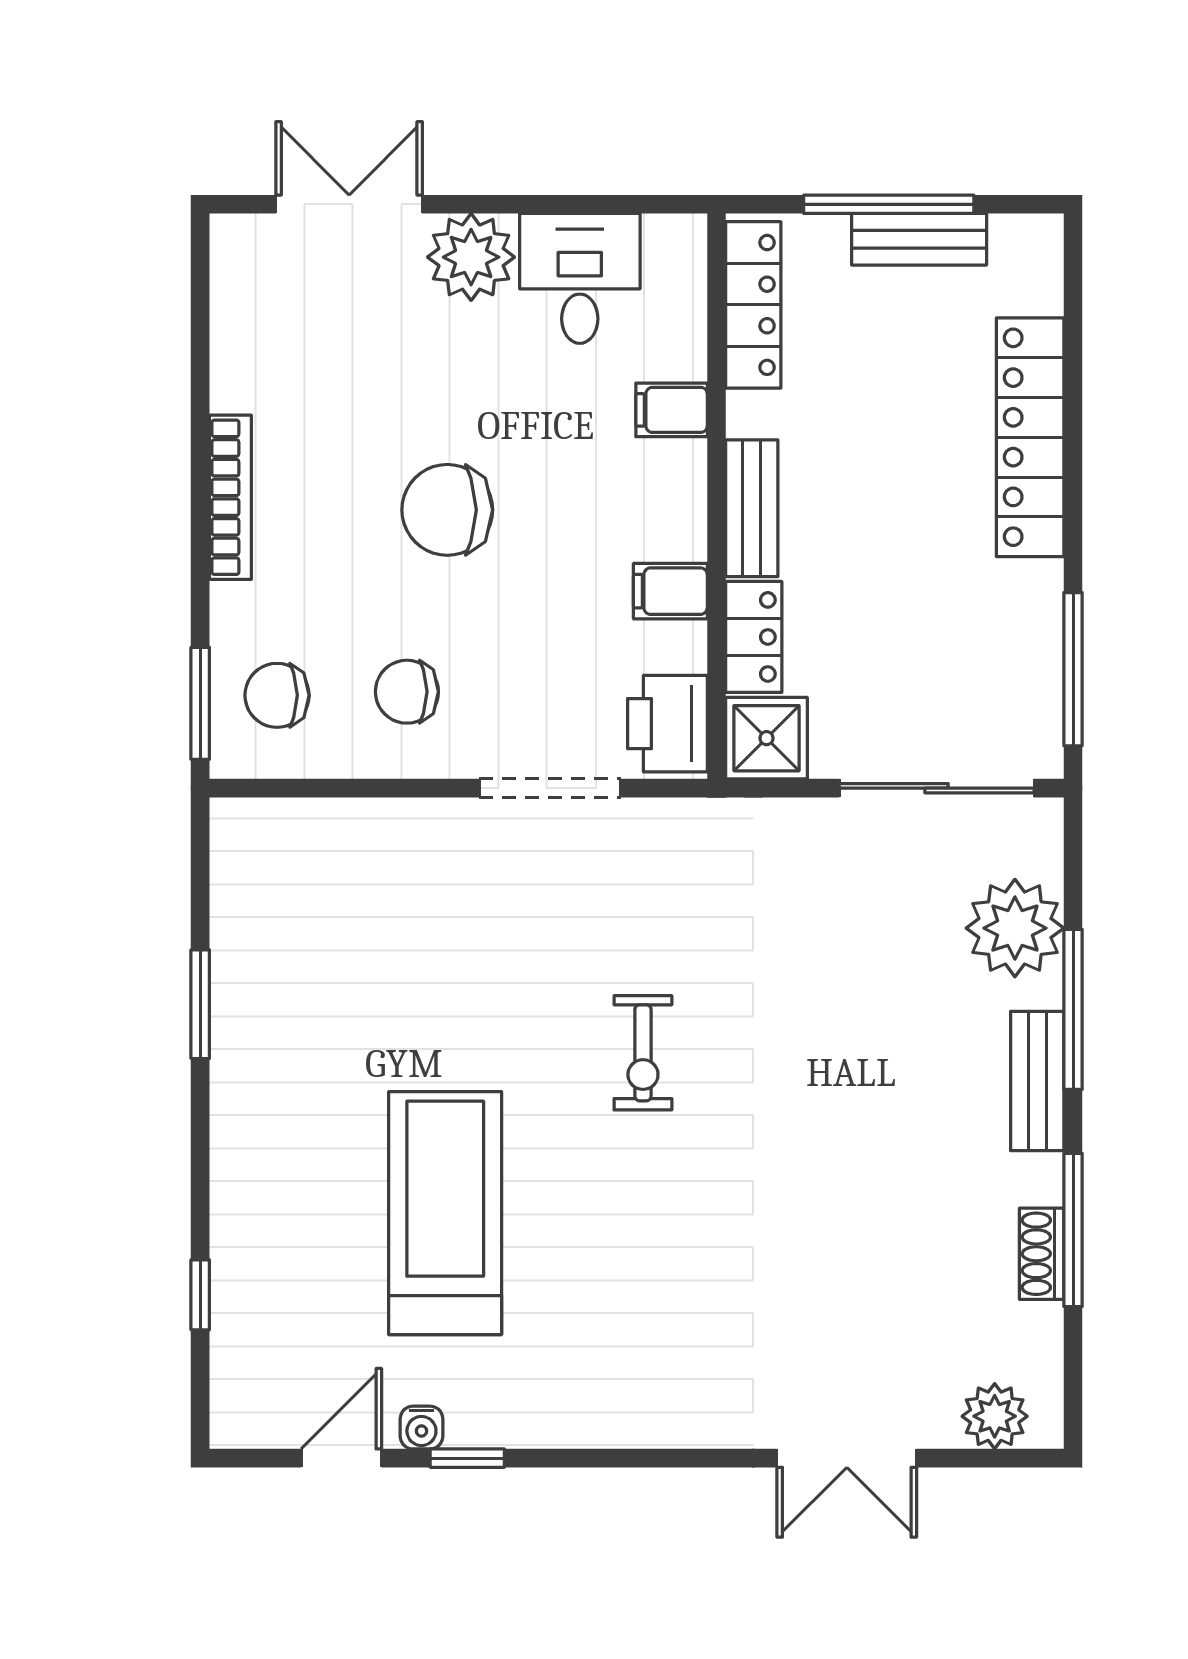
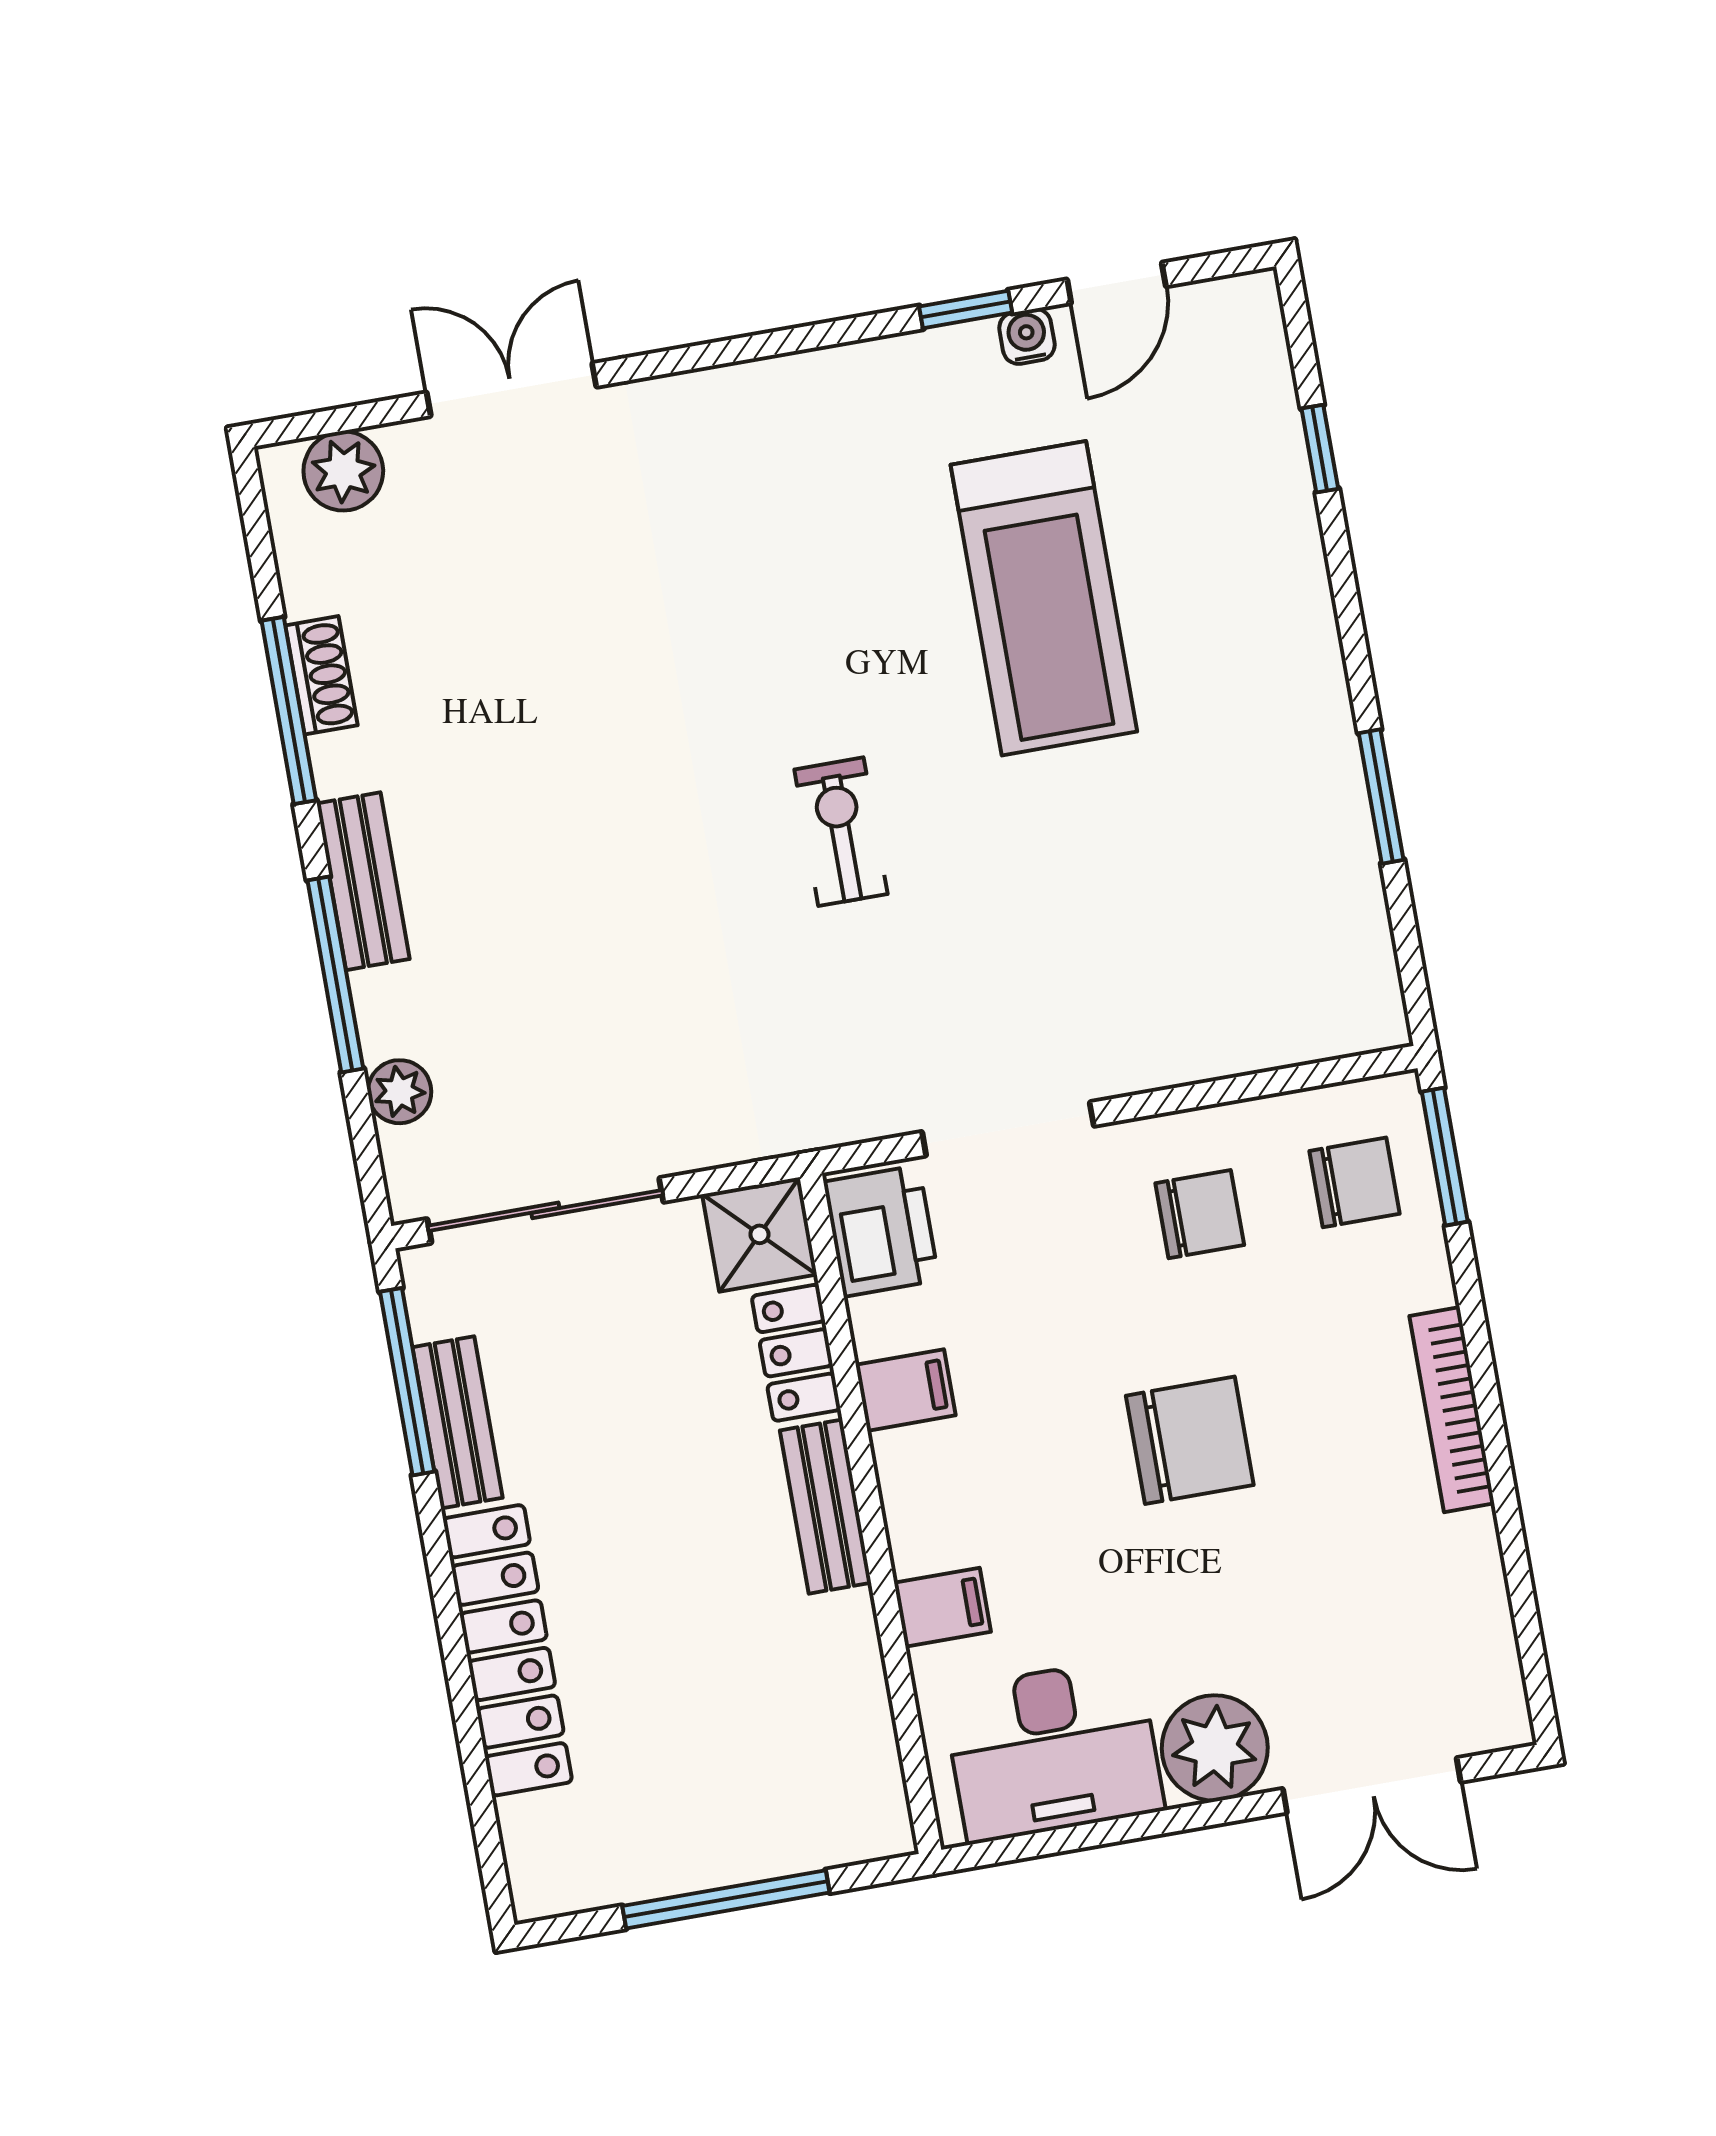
bench: (919, 239) -> (458, 1422), moved, turned 90
desk: (580, 278) -> (1053, 1750), width x1.37
locker: (753, 305) -> (867, 1750), removed
plant: (1015, 928) -> (400, 1092), width x0.53, depth x0.53

